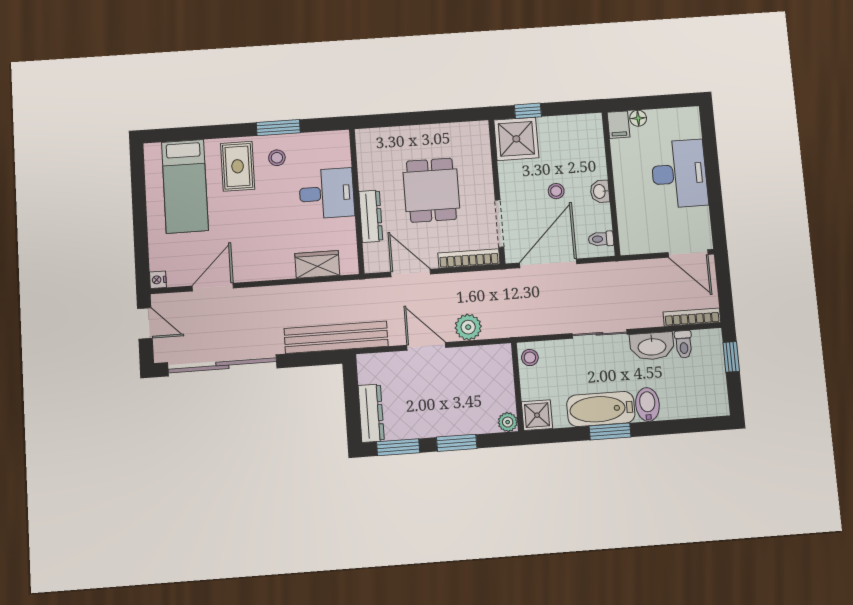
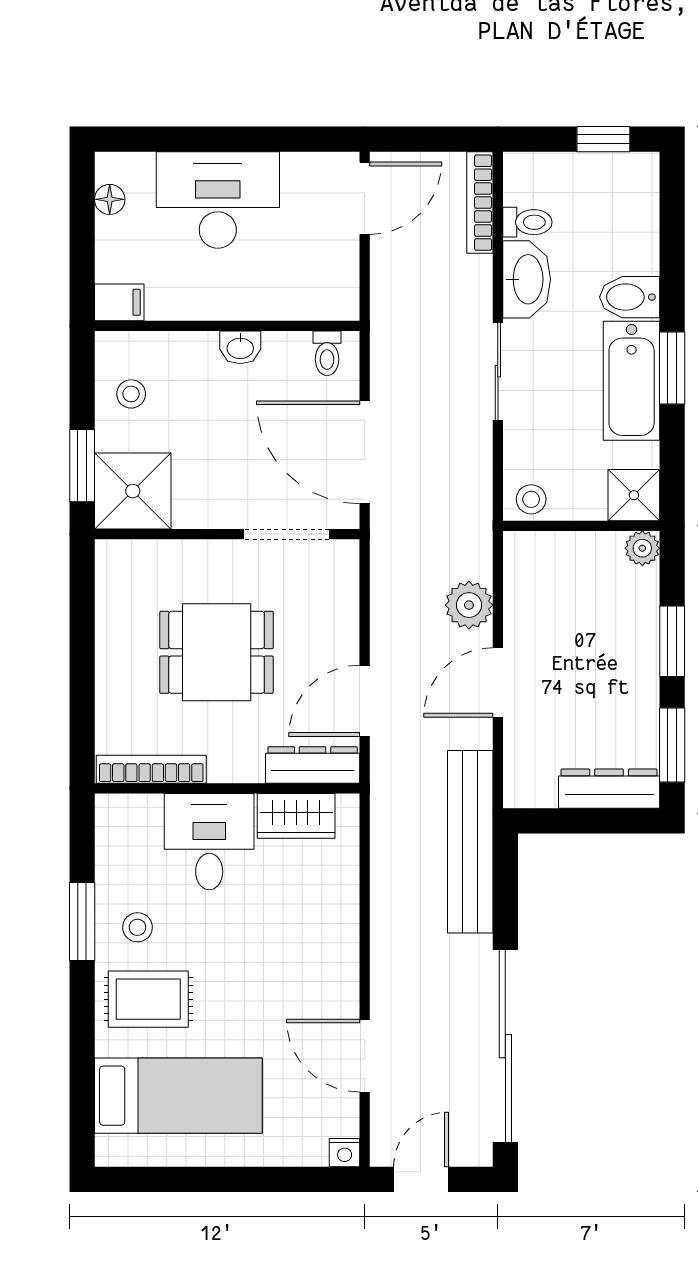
window: (528, 111) -> (82, 466), width x1.50
floor lamp: (638, 118) -> (110, 199), moved
stool: (556, 191) -> (131, 394), moved
dresser: (371, 216) -> (313, 765), moved
bookcase: (469, 258) -> (151, 769), moved, turned 90
wardrobe: (317, 264) -> (296, 816), moved, turned -90
window: (731, 357) -> (603, 139), moved

